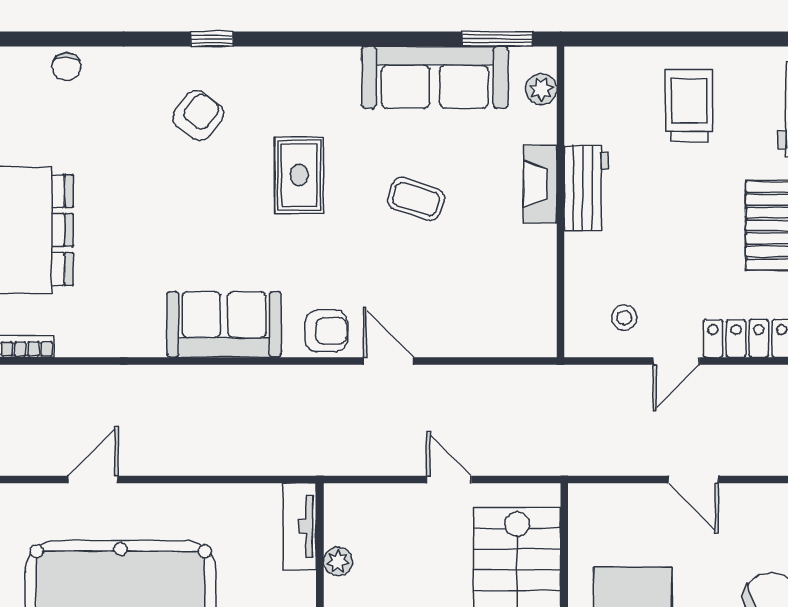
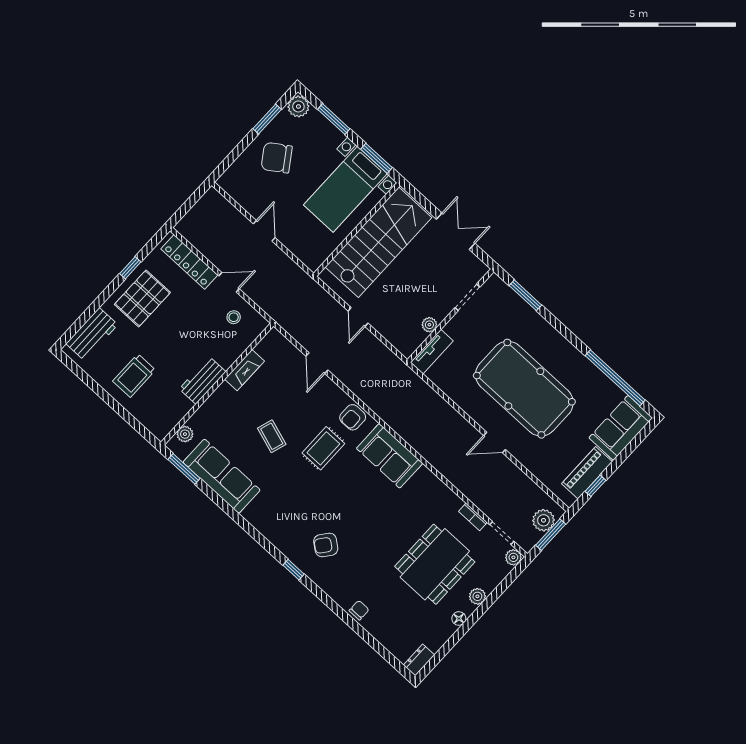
rug: (299, 175) -> (323, 448), moved
fireplace: (540, 184) -> (245, 370), moved
armchair: (326, 331) -> (353, 417), turned -90
door: (389, 361) -> (317, 363), moved

